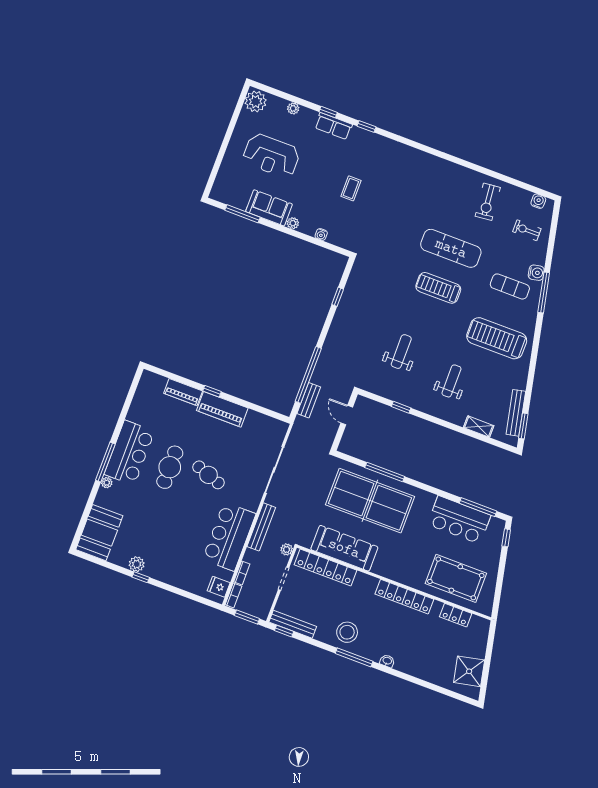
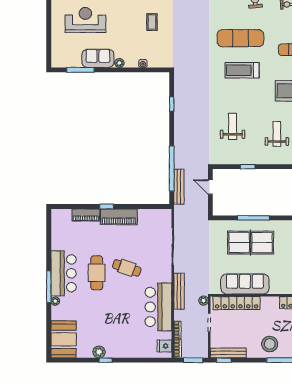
reception desk: (271, 156) -> (85, 20), turned 180
bench: (309, 400) -> (179, 187), width x1.36
table tennis table: (370, 501) -> (251, 243), width x0.73, depth x0.76

